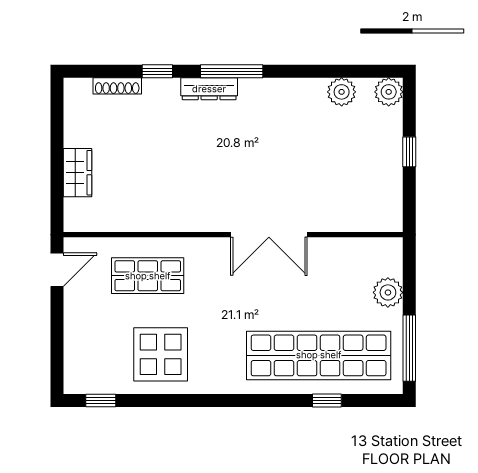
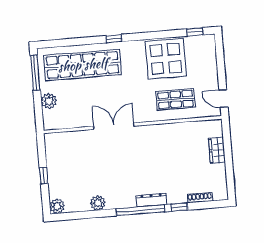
window: (232, 71) -> (140, 210), width x1.46
plant: (342, 92) -> (98, 203), moved
door: (57, 270) -> (223, 99), hinge flipped
display table: (161, 354) -> (165, 59), width x1.36, depth x1.36
window: (327, 400) -> (114, 39), moved

